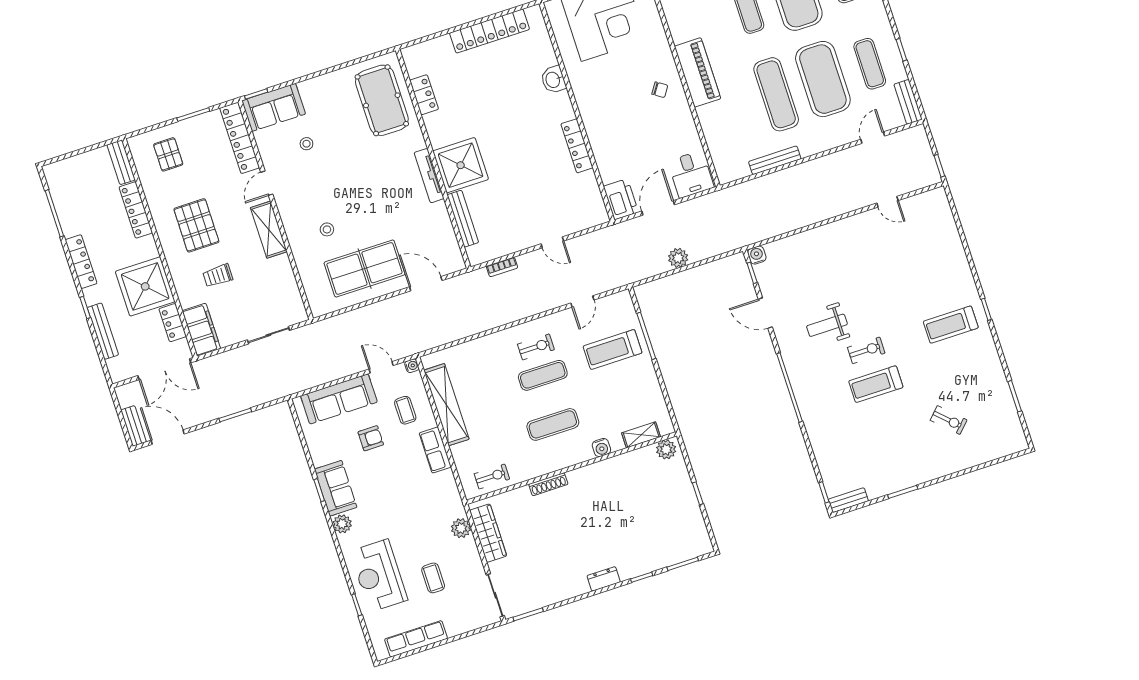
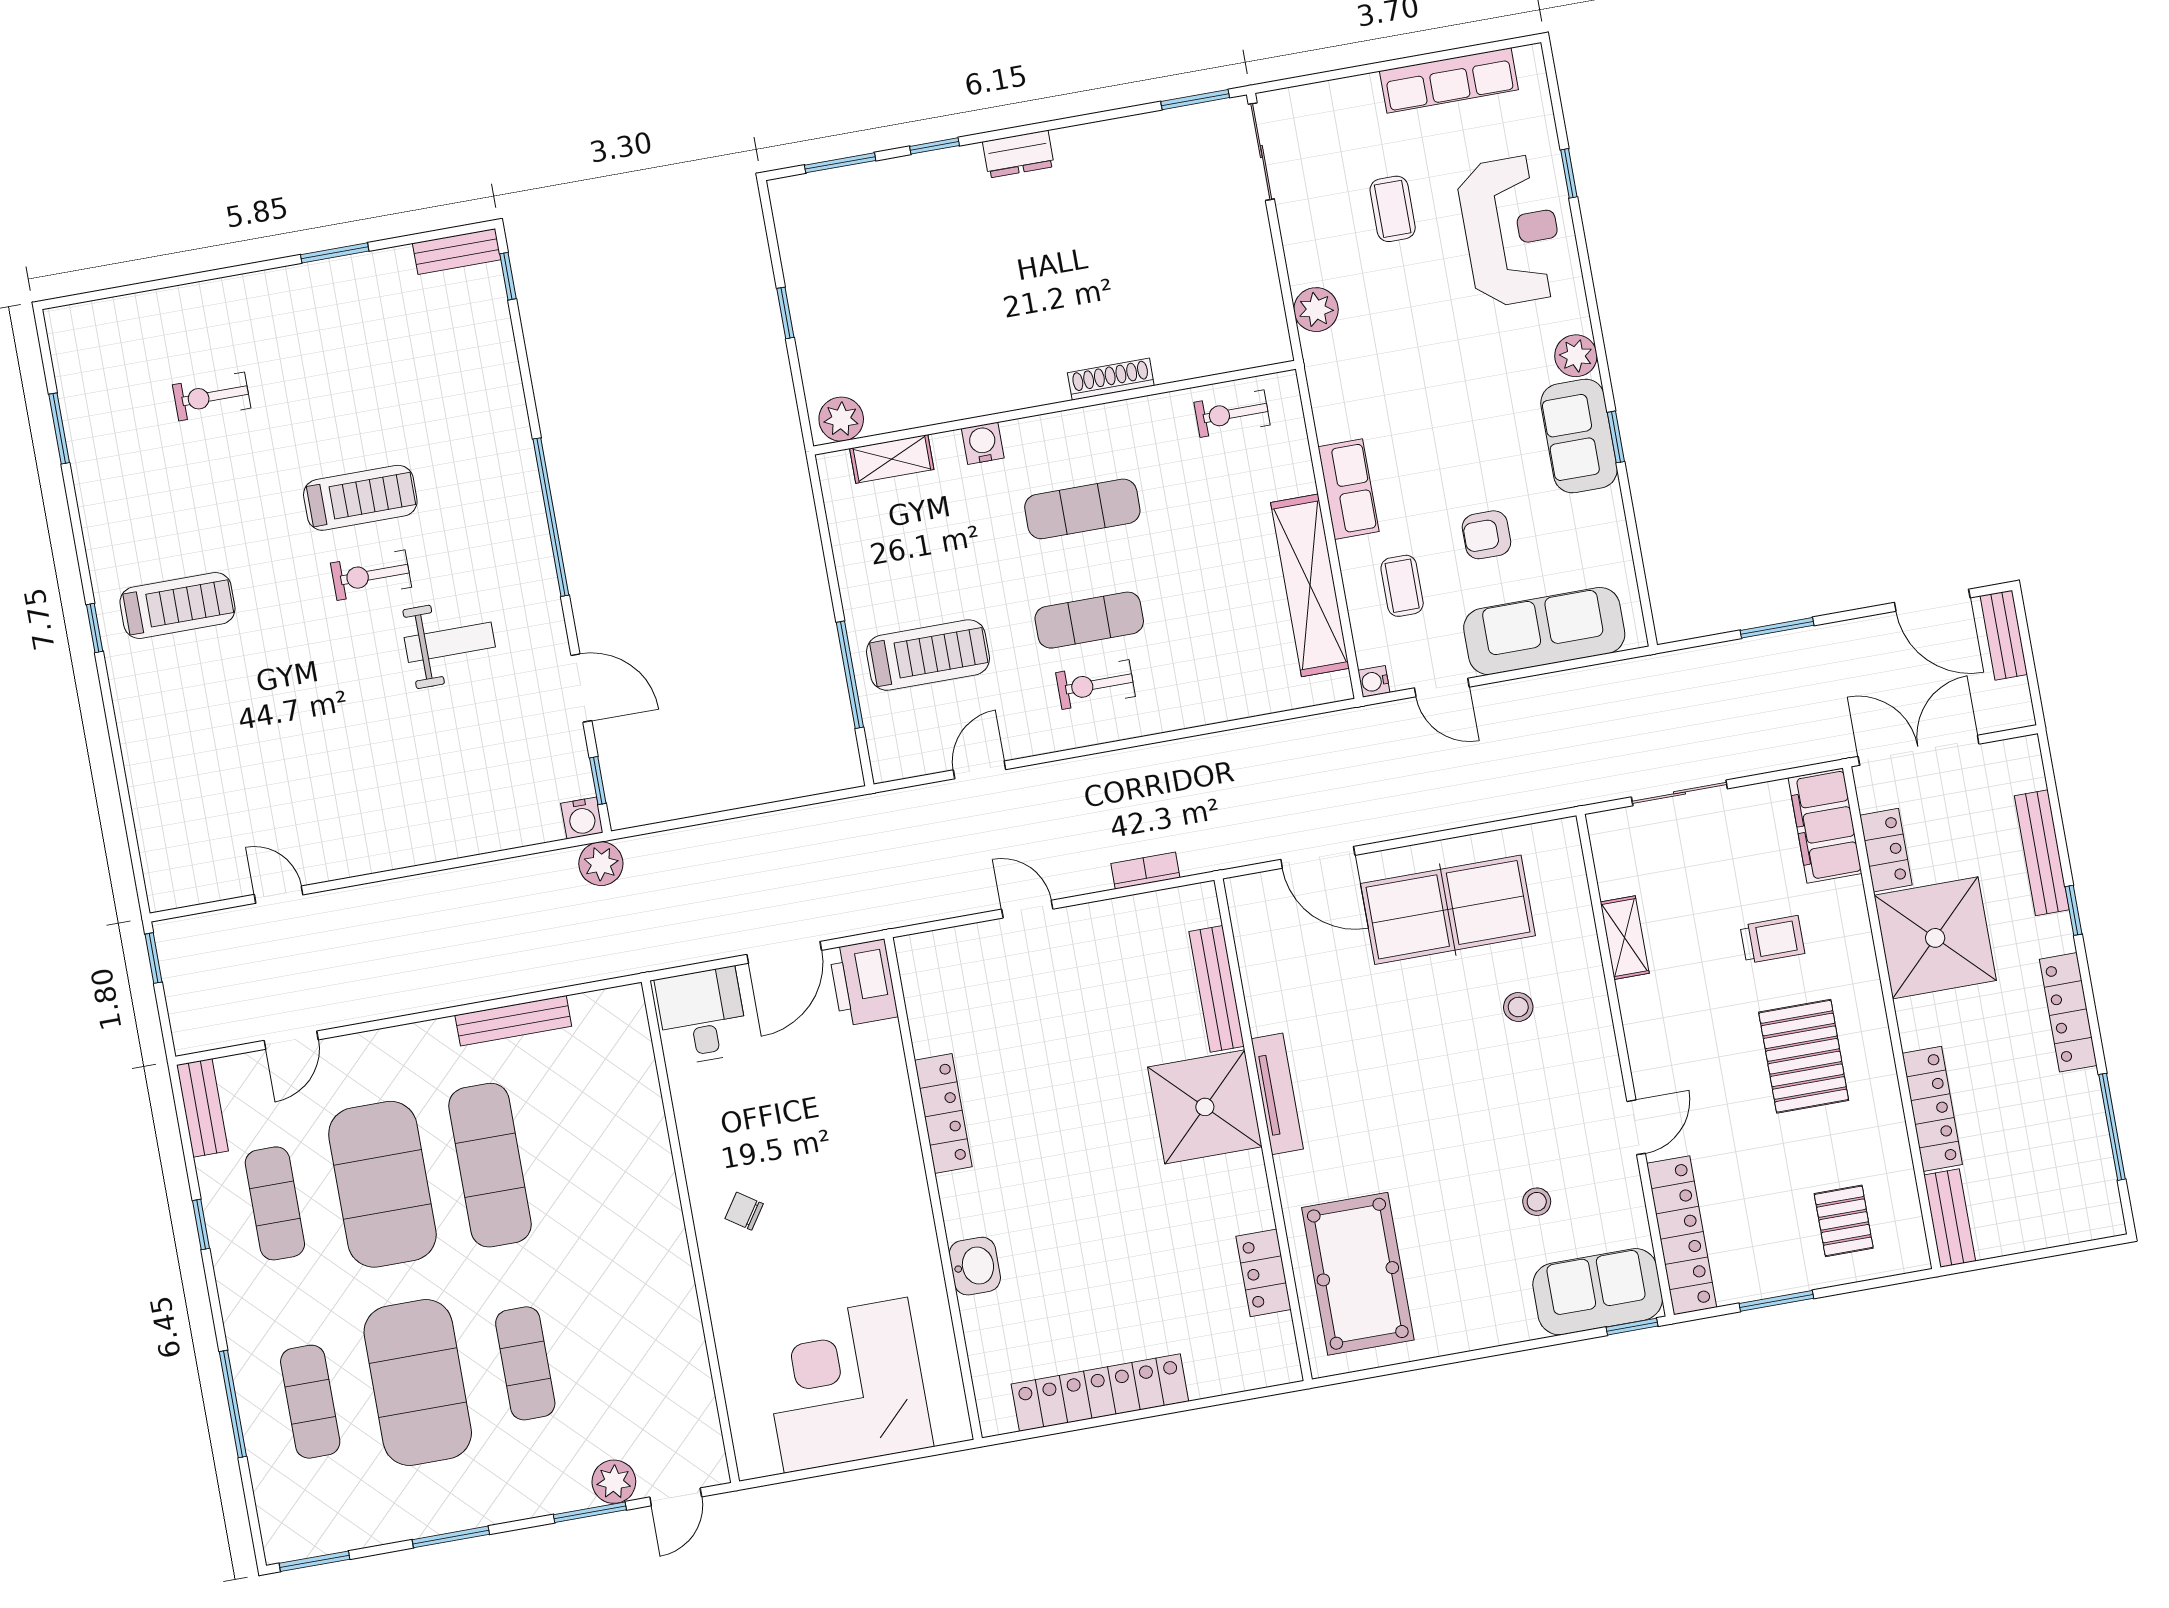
piano: (698, 72) -> (656, 1237), removed
shelving: (269, 230) -> (1625, 938), moved, width x0.67, depth x0.75
plant: (678, 258) -> (601, 864), moved
exercise bike: (949, 420) -> (212, 396), turned -44
wardrobe: (488, 533) -> (1258, 290), removed

